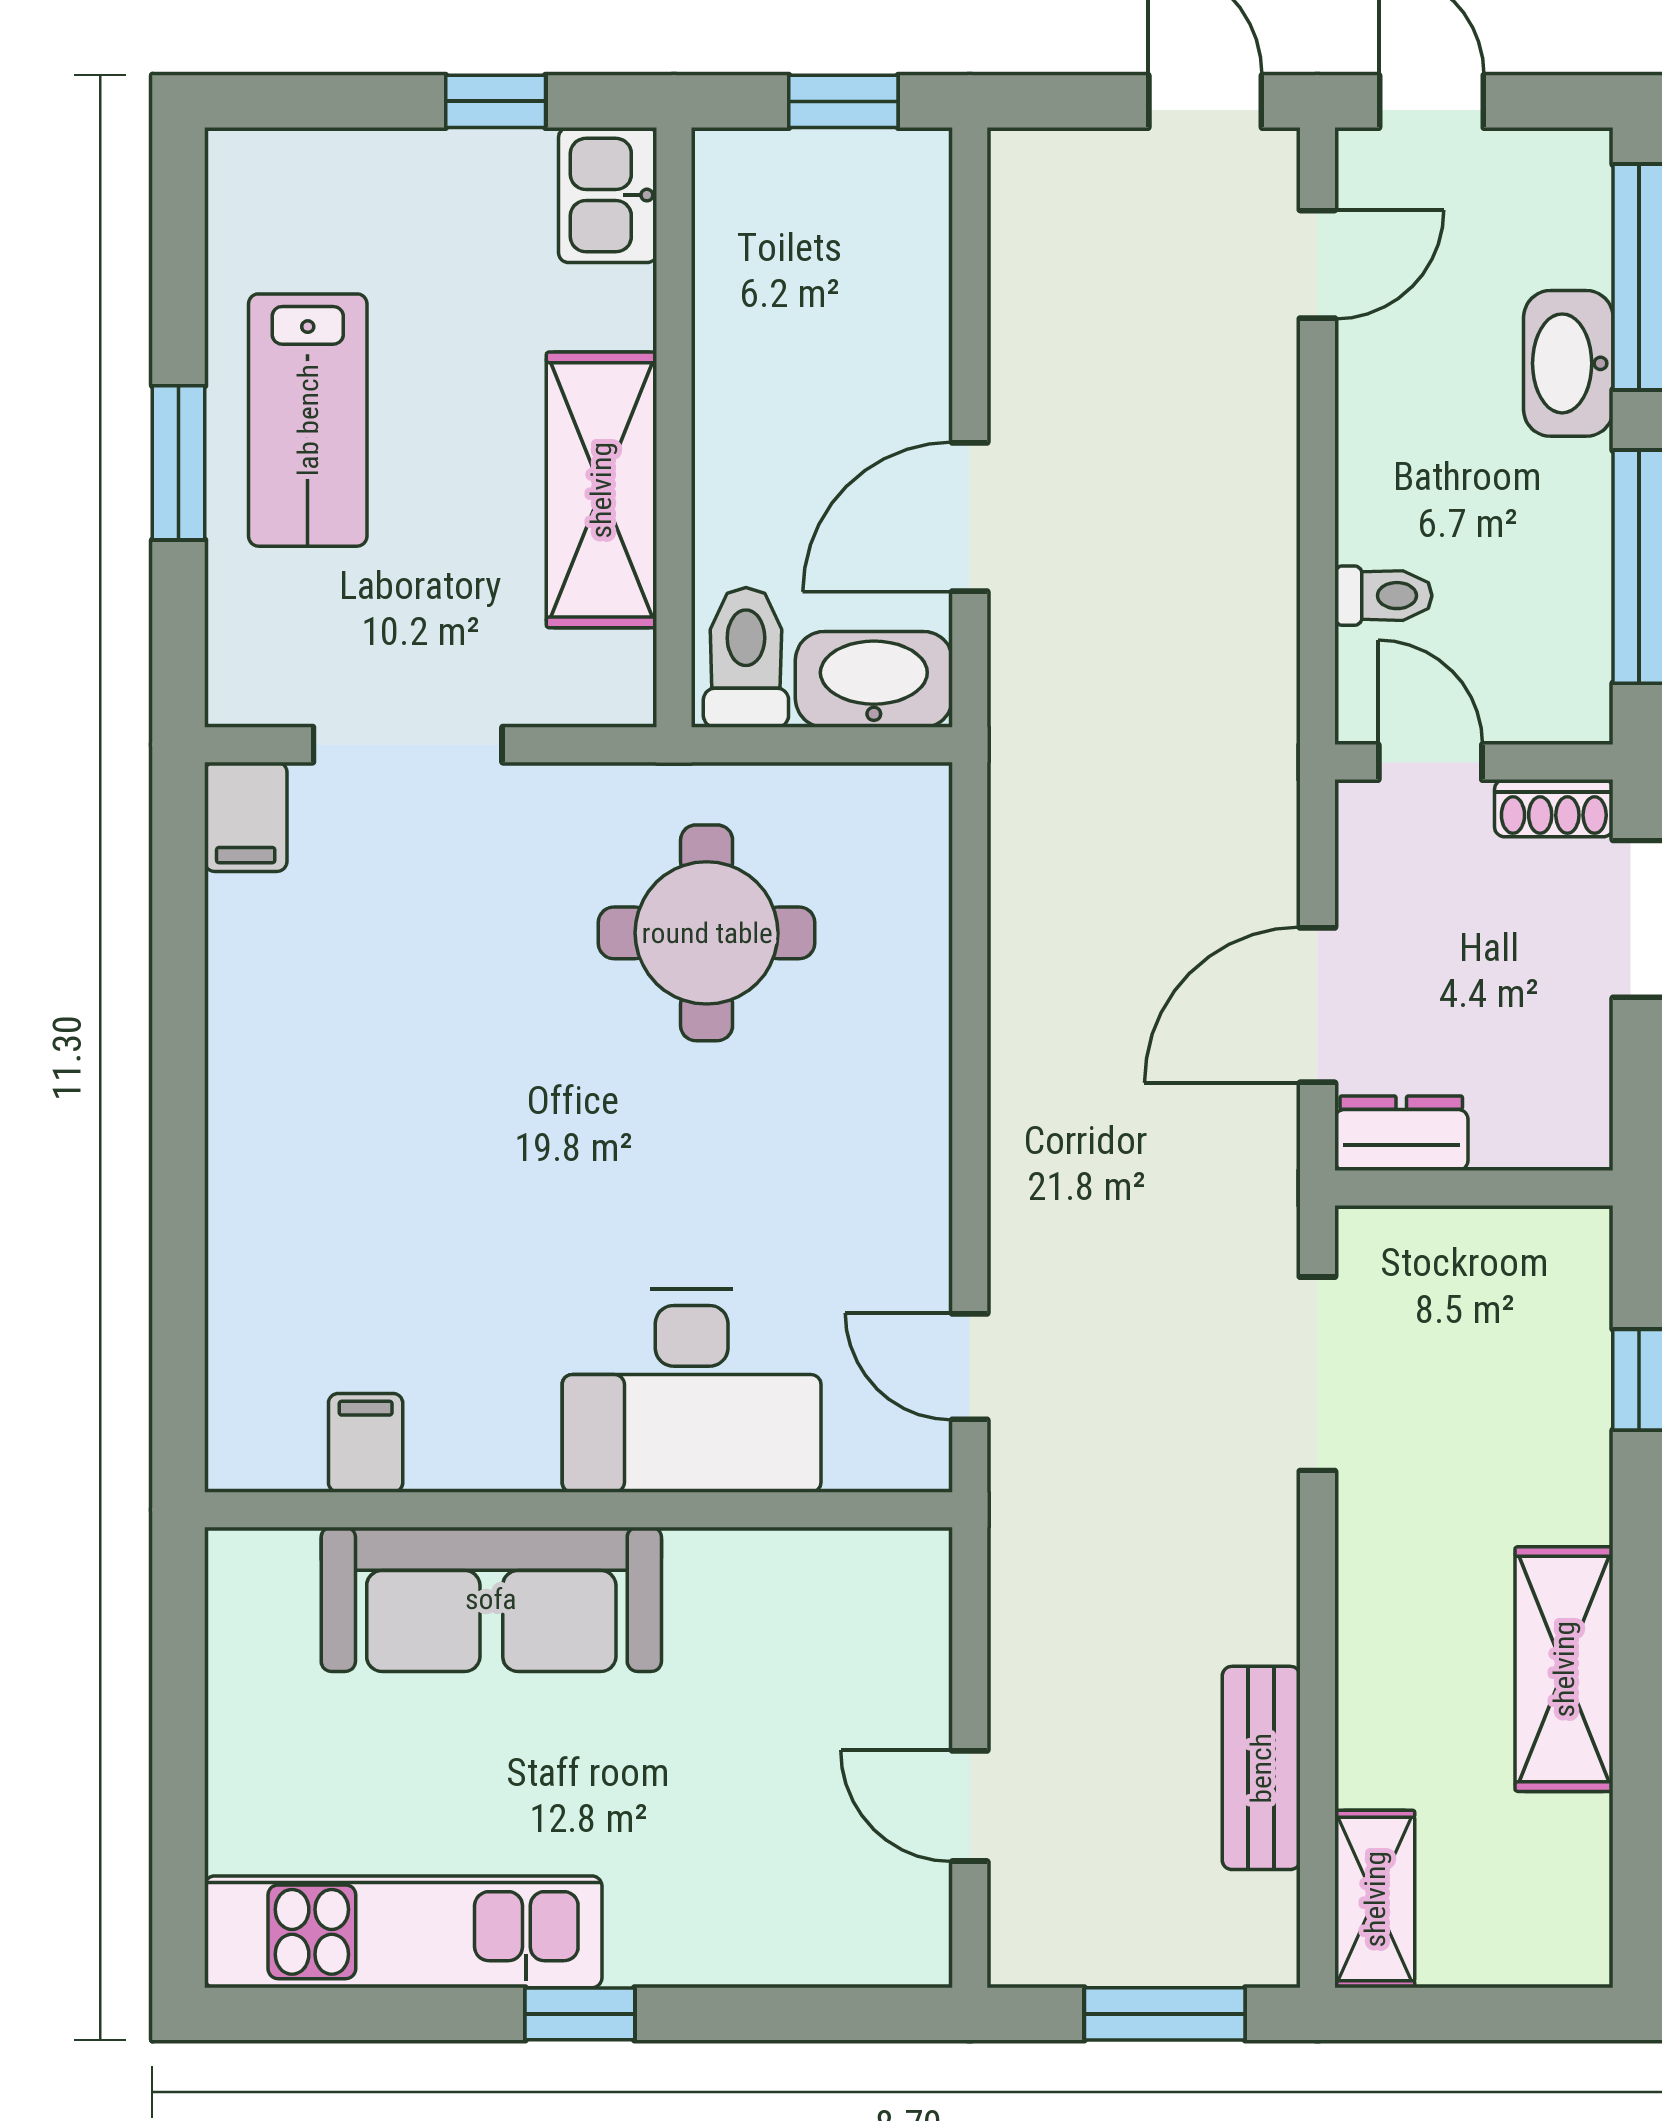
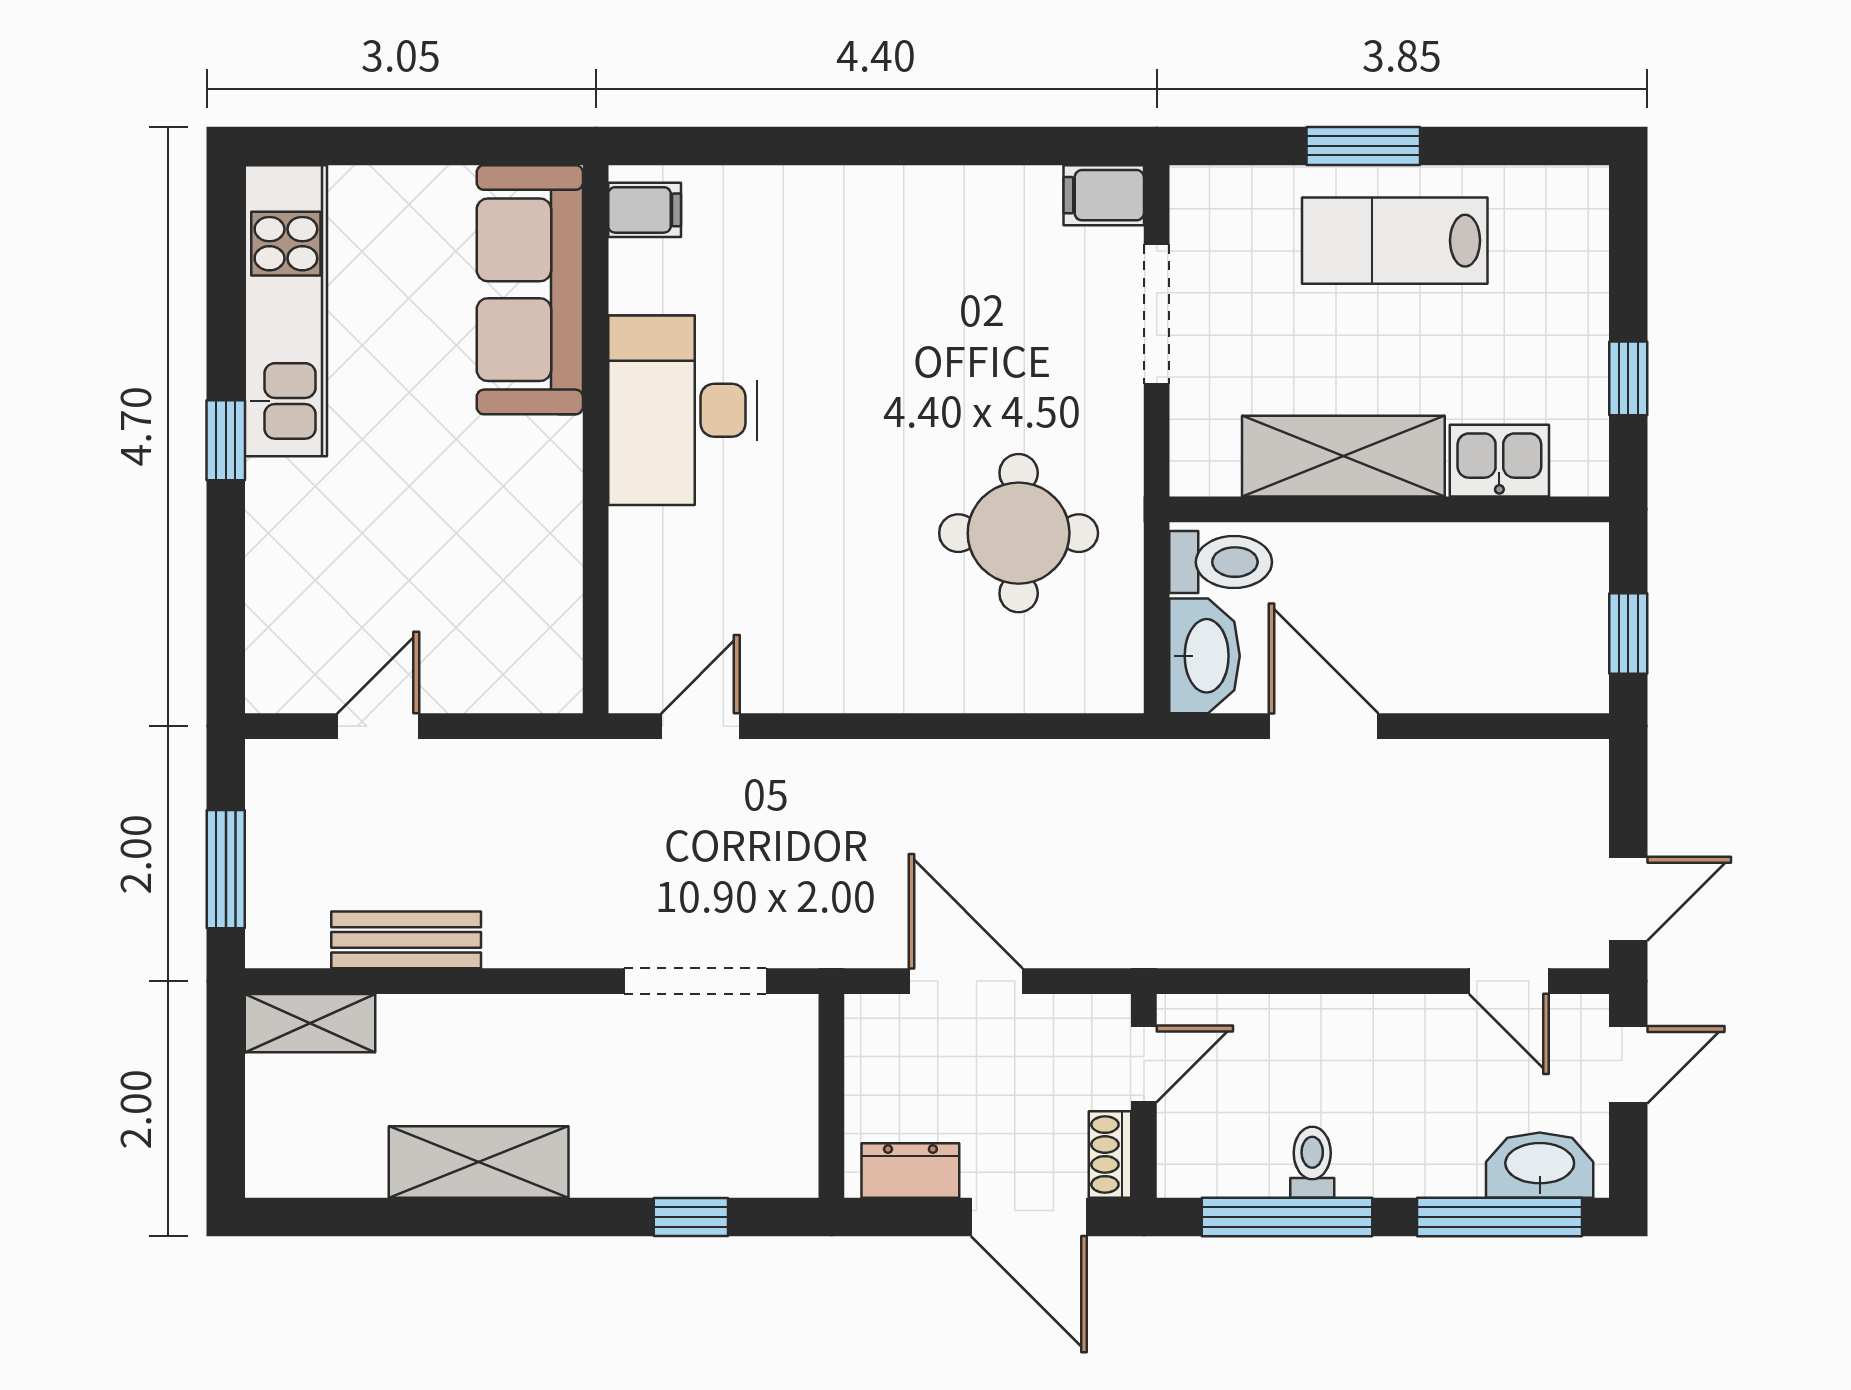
kitchen sink: (608, 195) -> (1499, 461), moved
washbasin: (1568, 363) -> (1540, 1165), moved
toilet: (1383, 596) -> (1312, 1162), moved, turned 180
dresser: (1401, 1133) -> (910, 1170), moved, turned -90
desk: (692, 1391) -> (683, 410), moved
filing cabinet: (366, 1443) -> (645, 210), moved
sofa: (491, 1599) -> (530, 290), moved

